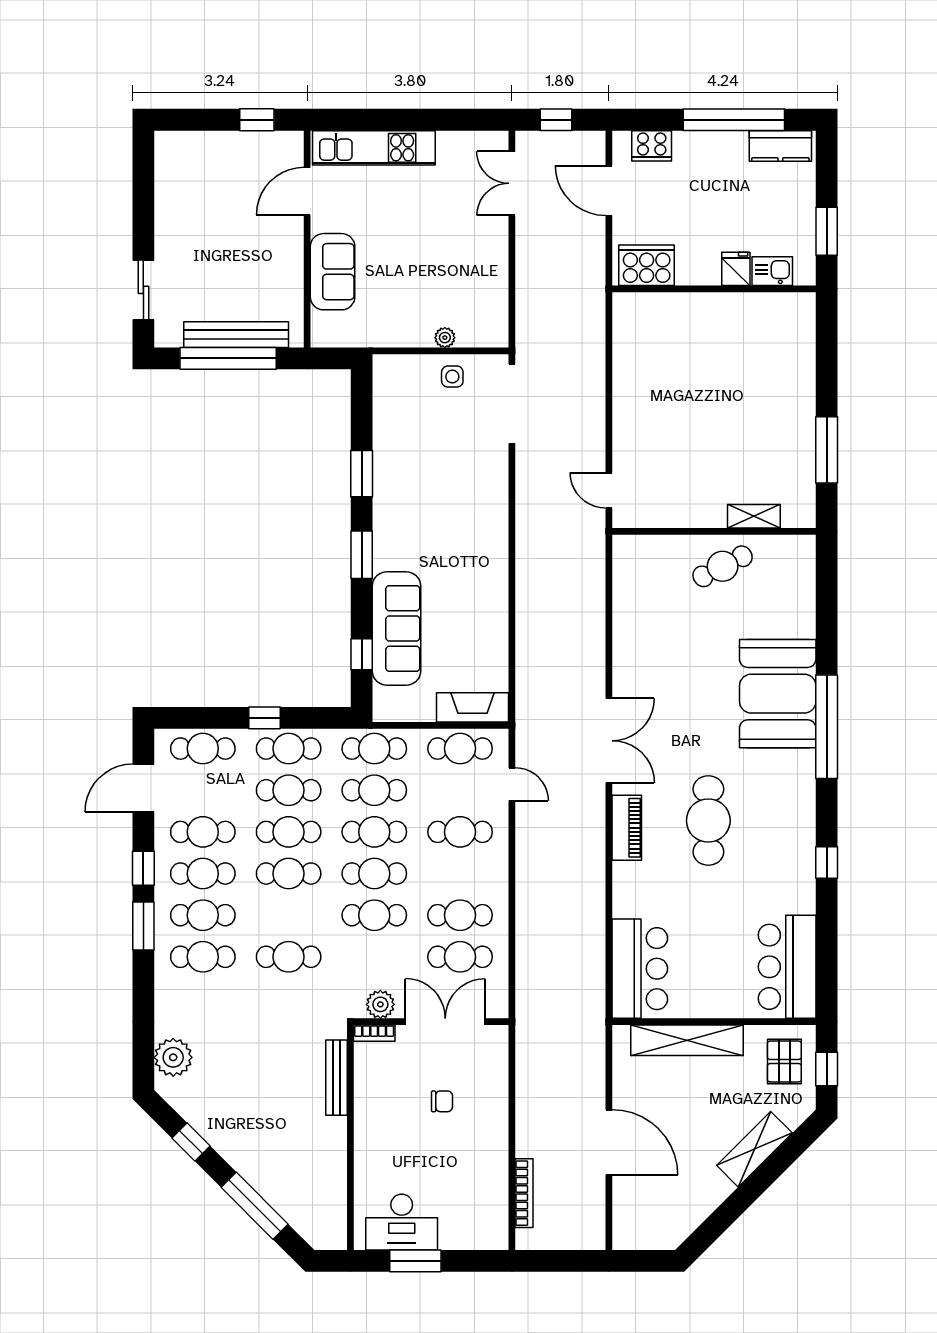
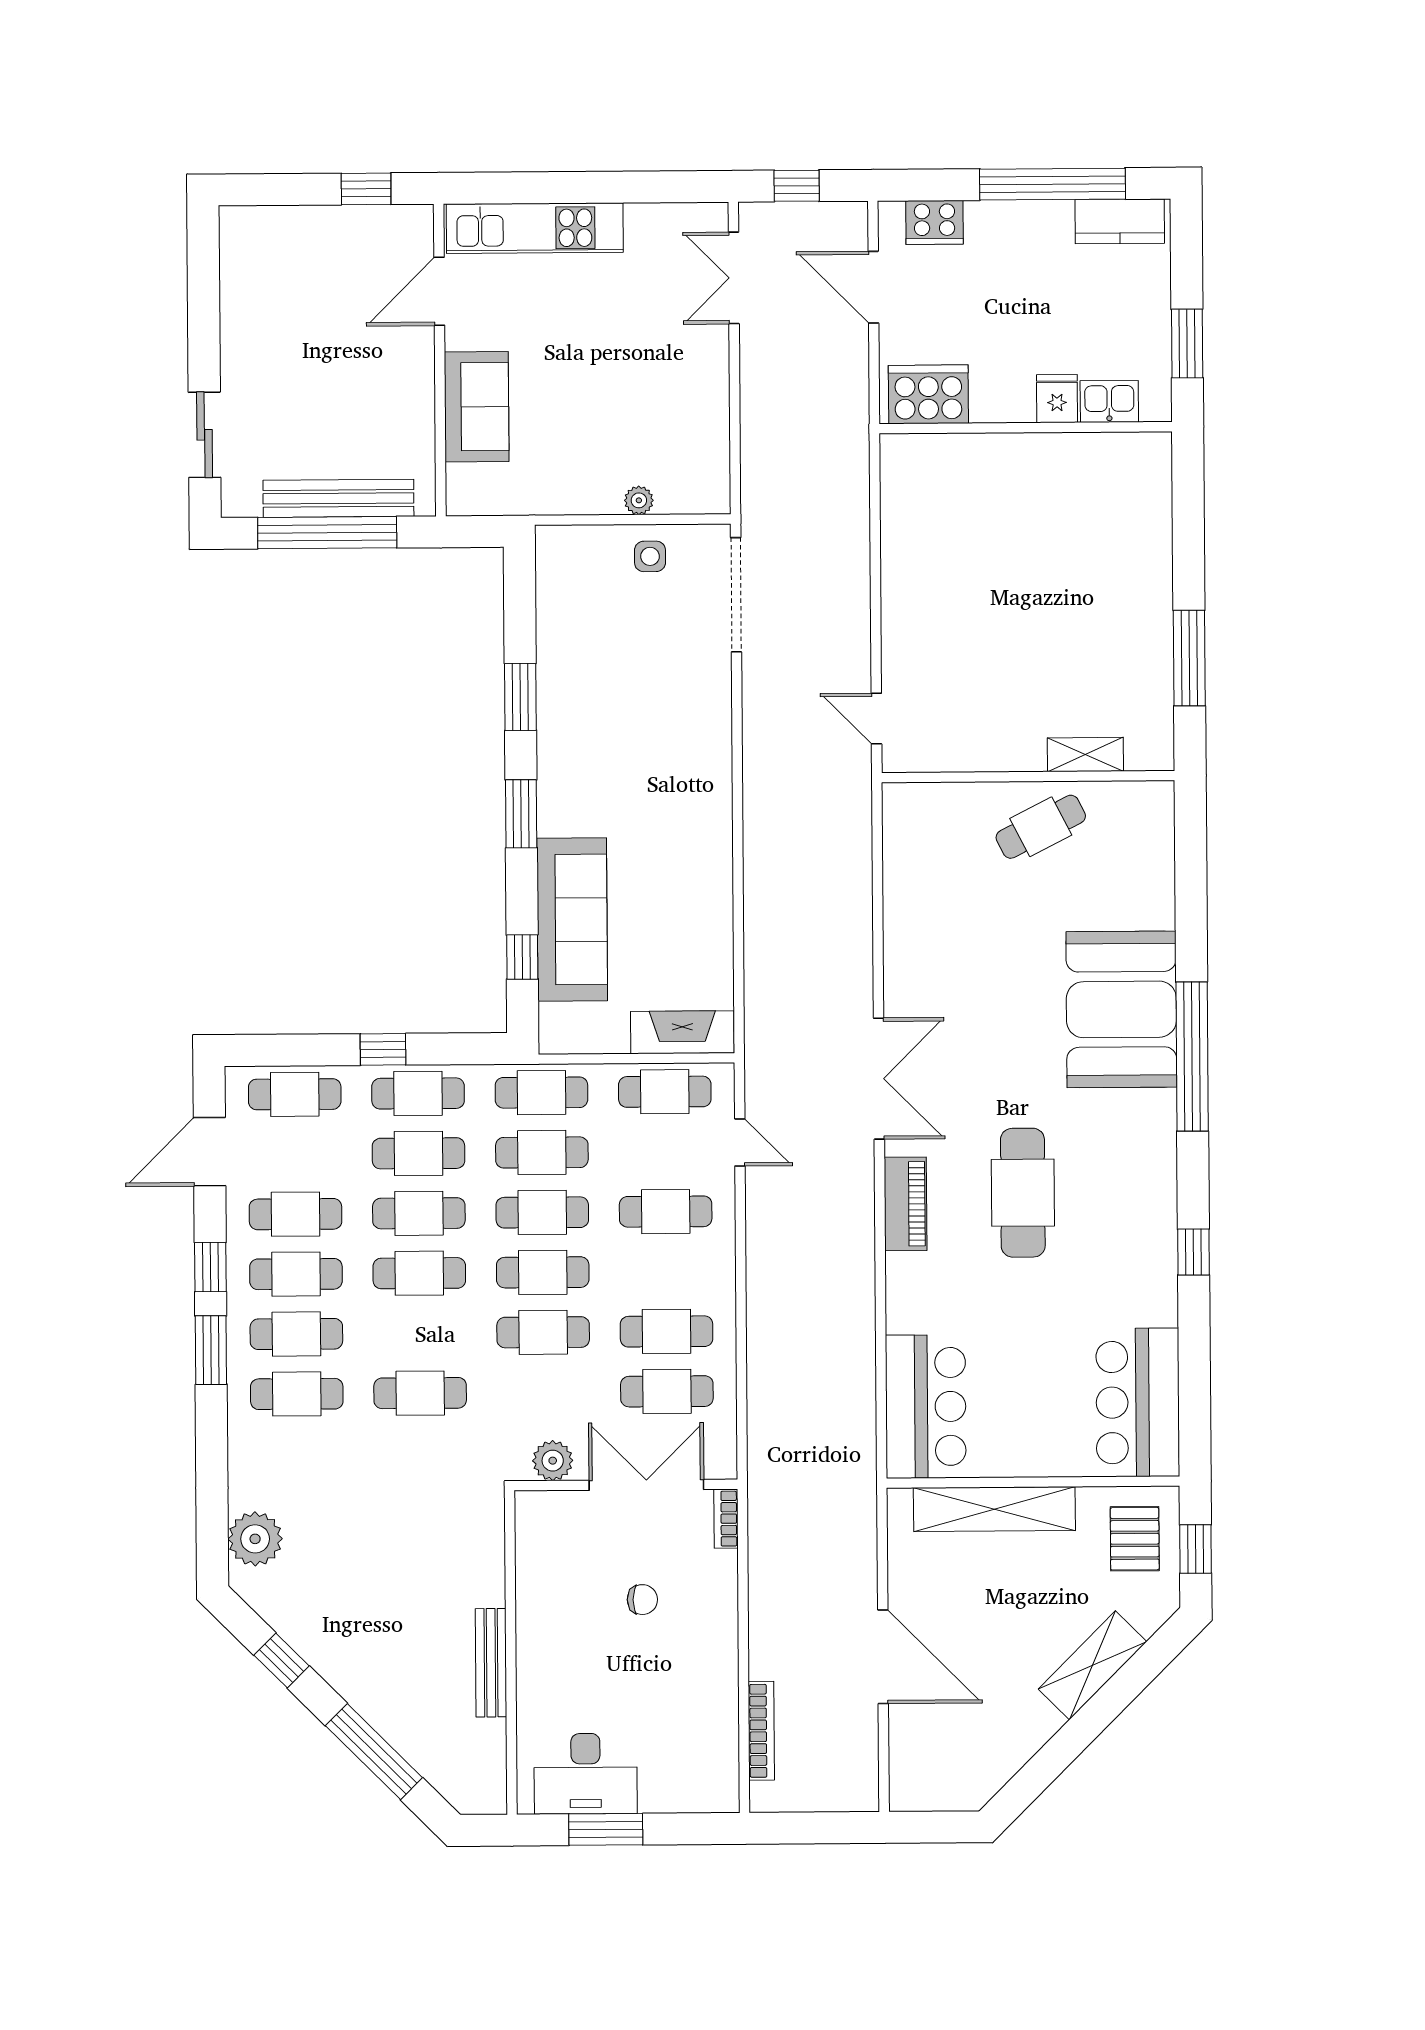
bookcase: (374, 1033) -> (726, 1519), moved, turned 90
bench: (336, 1078) -> (491, 1663), moved

